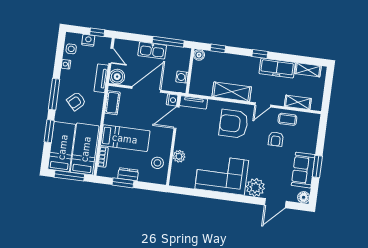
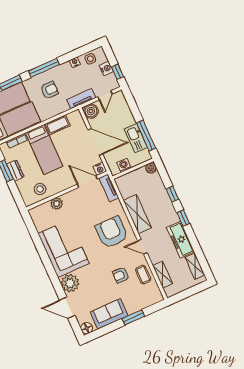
window: (218, 48) -> (172, 194), moved
kitchen sink: (152, 50) -> (136, 138), moved
armchair: (76, 101) -> (49, 90), turned 133
cot: (112, 103) -> (58, 125), moved
window: (317, 166) -> (133, 317), moved

